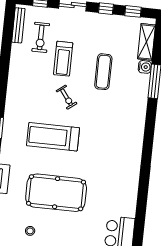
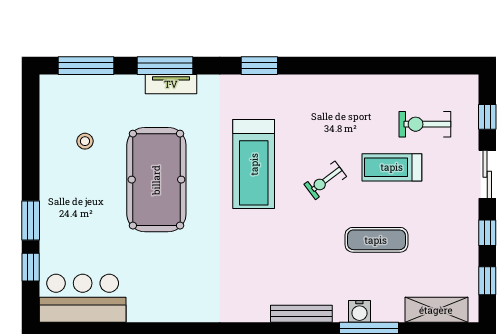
bench: (18, 25) -> (301, 314), moved
water cooler: (145, 67) -> (359, 311), moved
treadmill: (53, 137) -> (254, 164), turned 180

